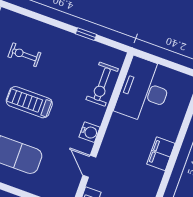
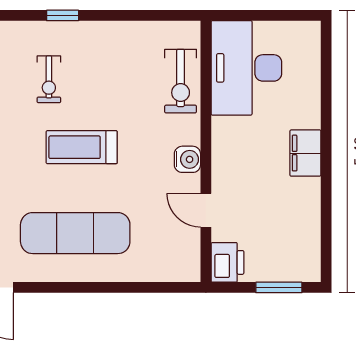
window: (86, 34) -> (63, 15), moved
exercise bike: (24, 55) -> (49, 79), turned -90

